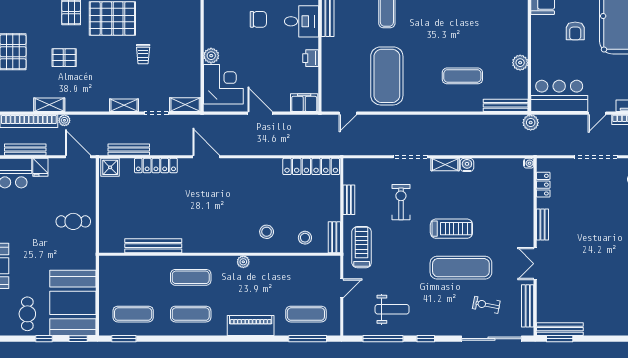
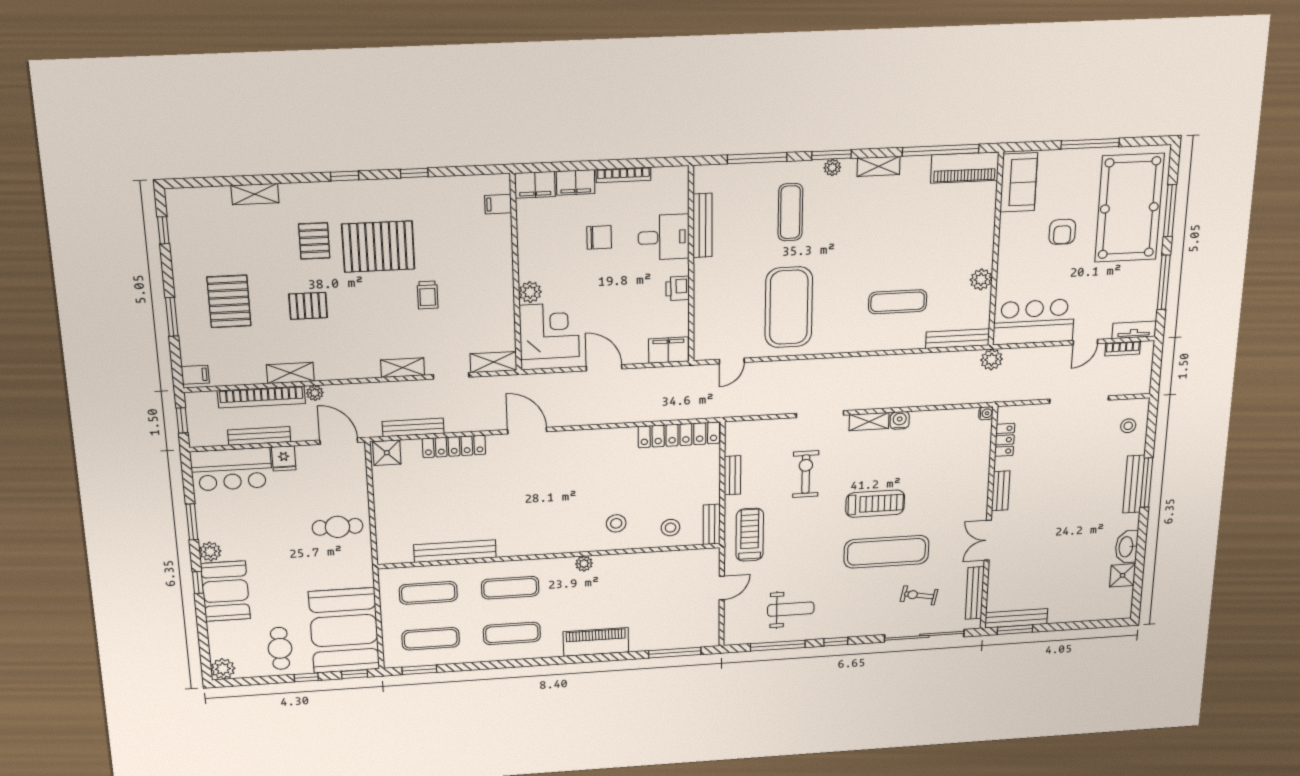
exercise mat: (306, 314) -> (428, 593), moved

